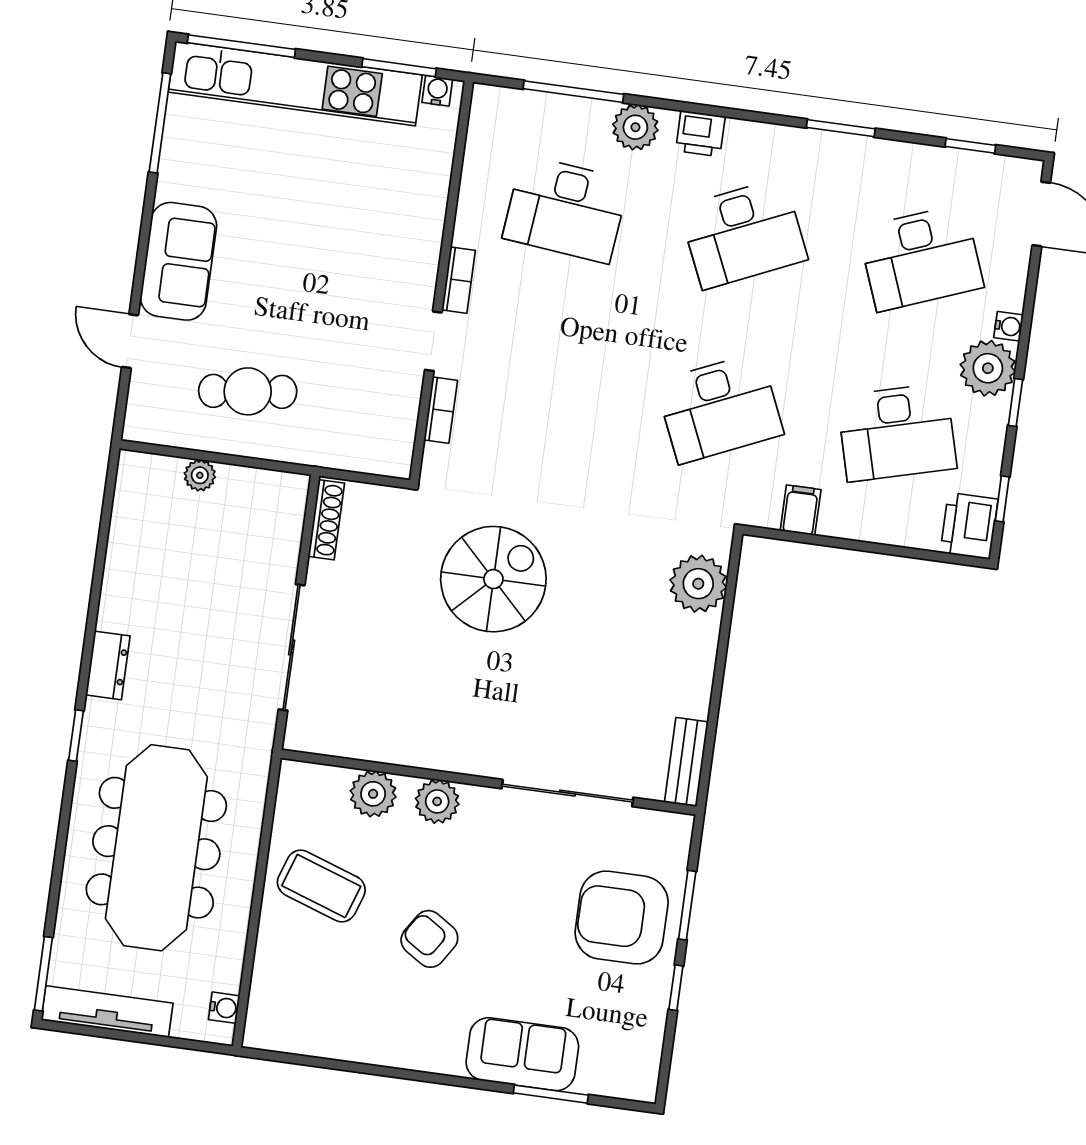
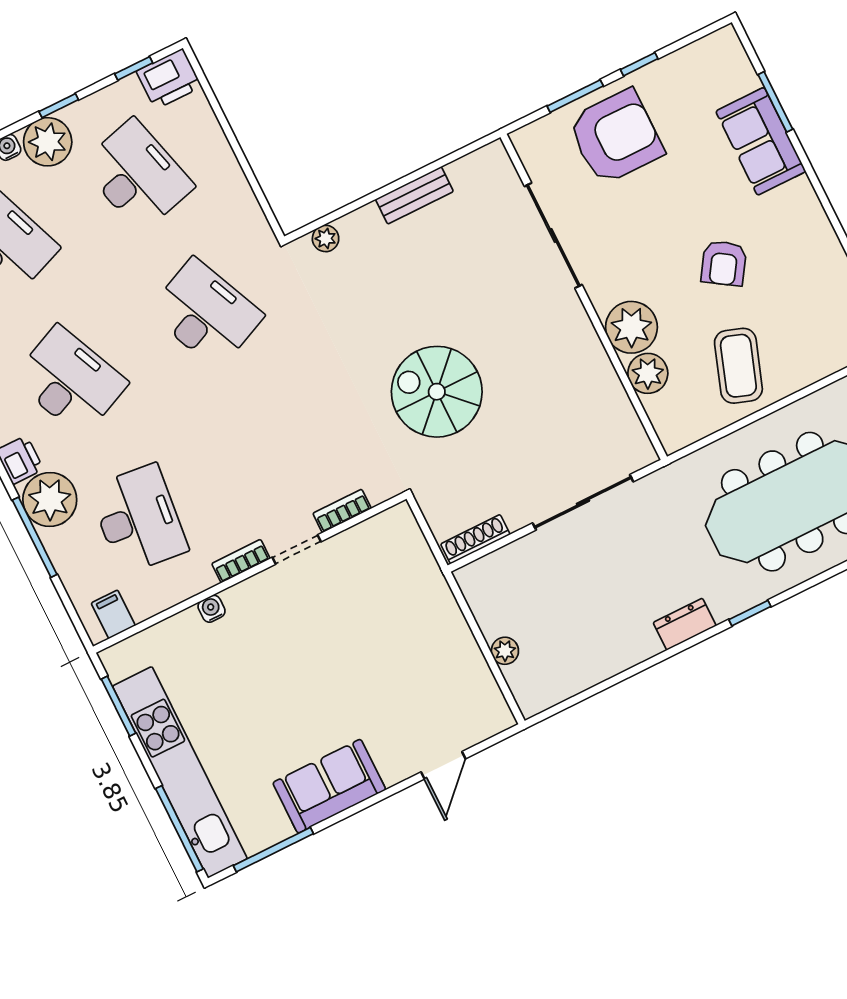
water cooler: (437, 91) -> (212, 609), moved, turned 90
window: (573, 92) -> (35, 537), moved
plant: (635, 127) -> (50, 500), width x1.36, depth x1.36
sofa: (178, 261) -> (329, 786), moved
cafe table: (248, 391) -> (422, 657), removed
filing cabinet: (801, 510) -> (113, 614), moved, turned 90
plant: (698, 584) -> (326, 238), width x0.53, depth x0.53
bench: (686, 762) -> (414, 195), moved
plant: (437, 801) -> (631, 327), width x1.36, depth x1.36
armchair: (622, 918) -> (616, 137), turned -90

